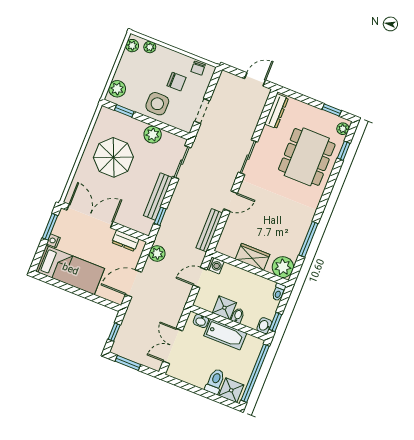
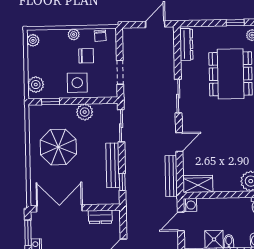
plant: (150, 47) -> (74, 34), moved
plant: (157, 253) -> (133, 216), removed
wardrobe: (252, 257) -> (198, 184), moved

